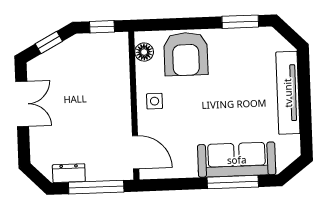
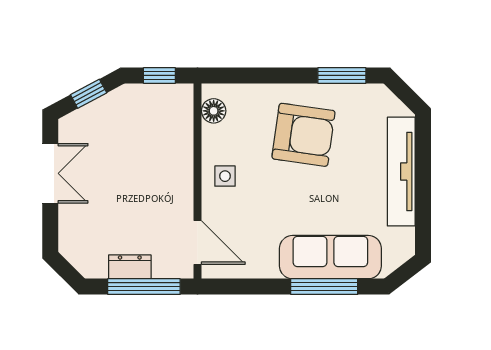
armchair: (186, 54) -> (303, 135), moved, turned -82
dresser: (69, 173) -> (130, 267), moved

